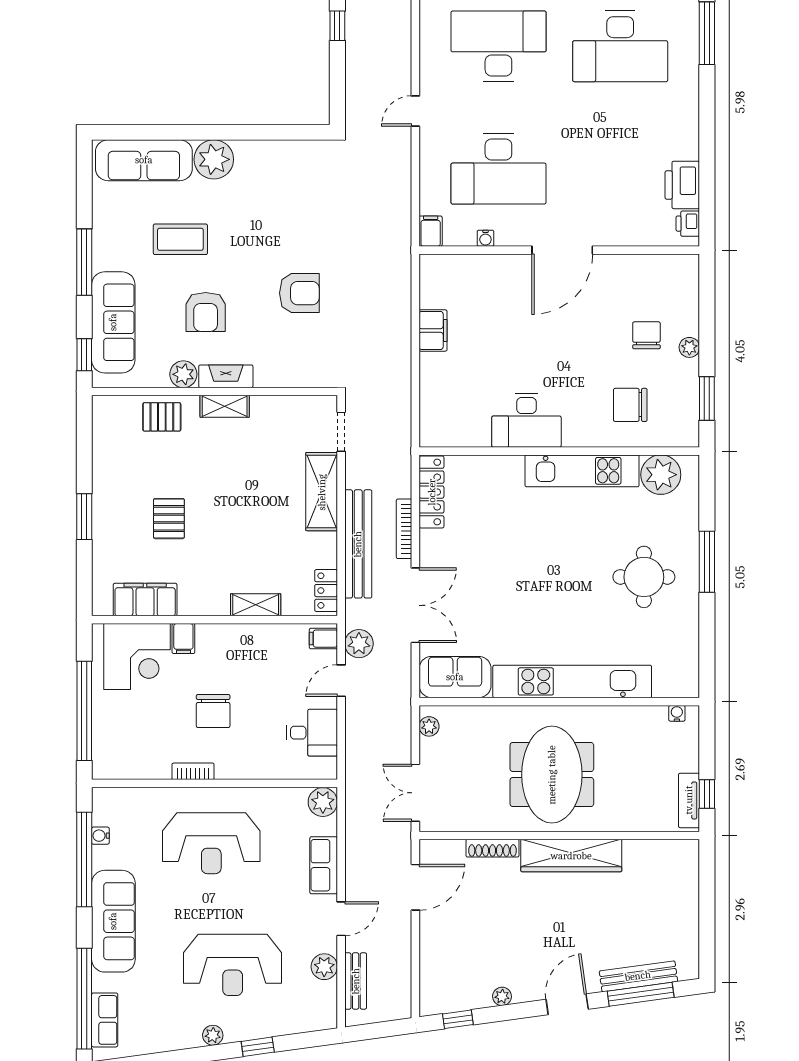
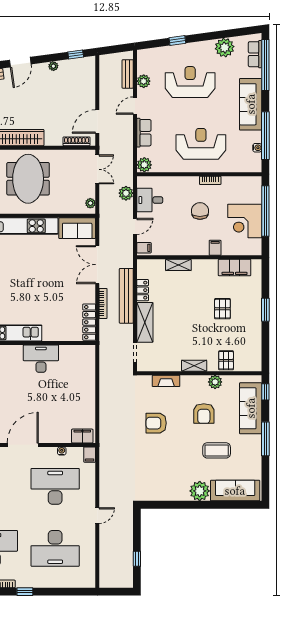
armchair: (206, 312) -> (204, 414), turned 180
filing cabinet: (433, 330) -> (82, 436), moved, turned 90
fireplace: (226, 376) -> (166, 381), moved
pallet: (162, 417) -> (226, 360), turned 90
locker: (326, 591) -> (143, 290), moved
plant: (359, 644) -> (126, 193), moved
corner desk: (137, 657) -> (245, 221), moved, turned -90
shoe rack: (493, 848) -> (77, 141), moved
plant: (213, 1035) -> (225, 48), moved, width x1.87, depth x1.87

